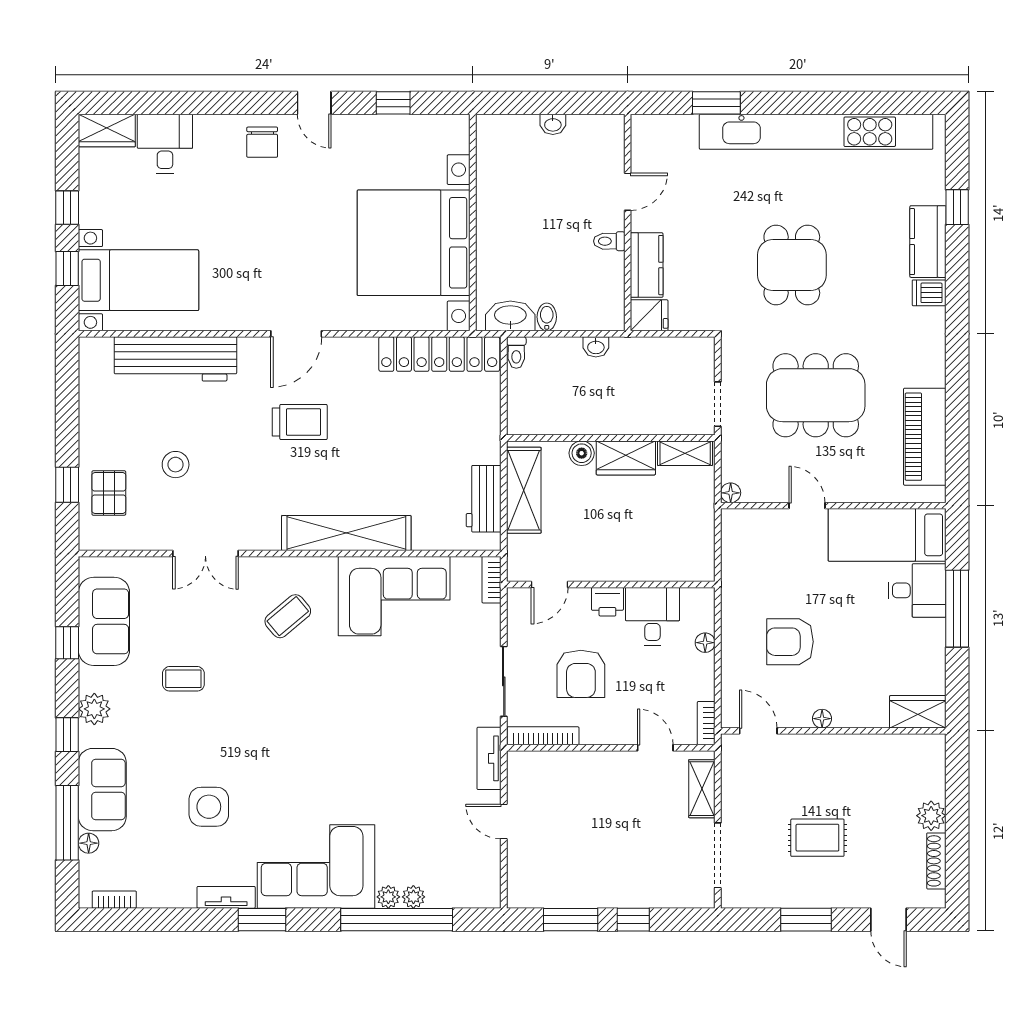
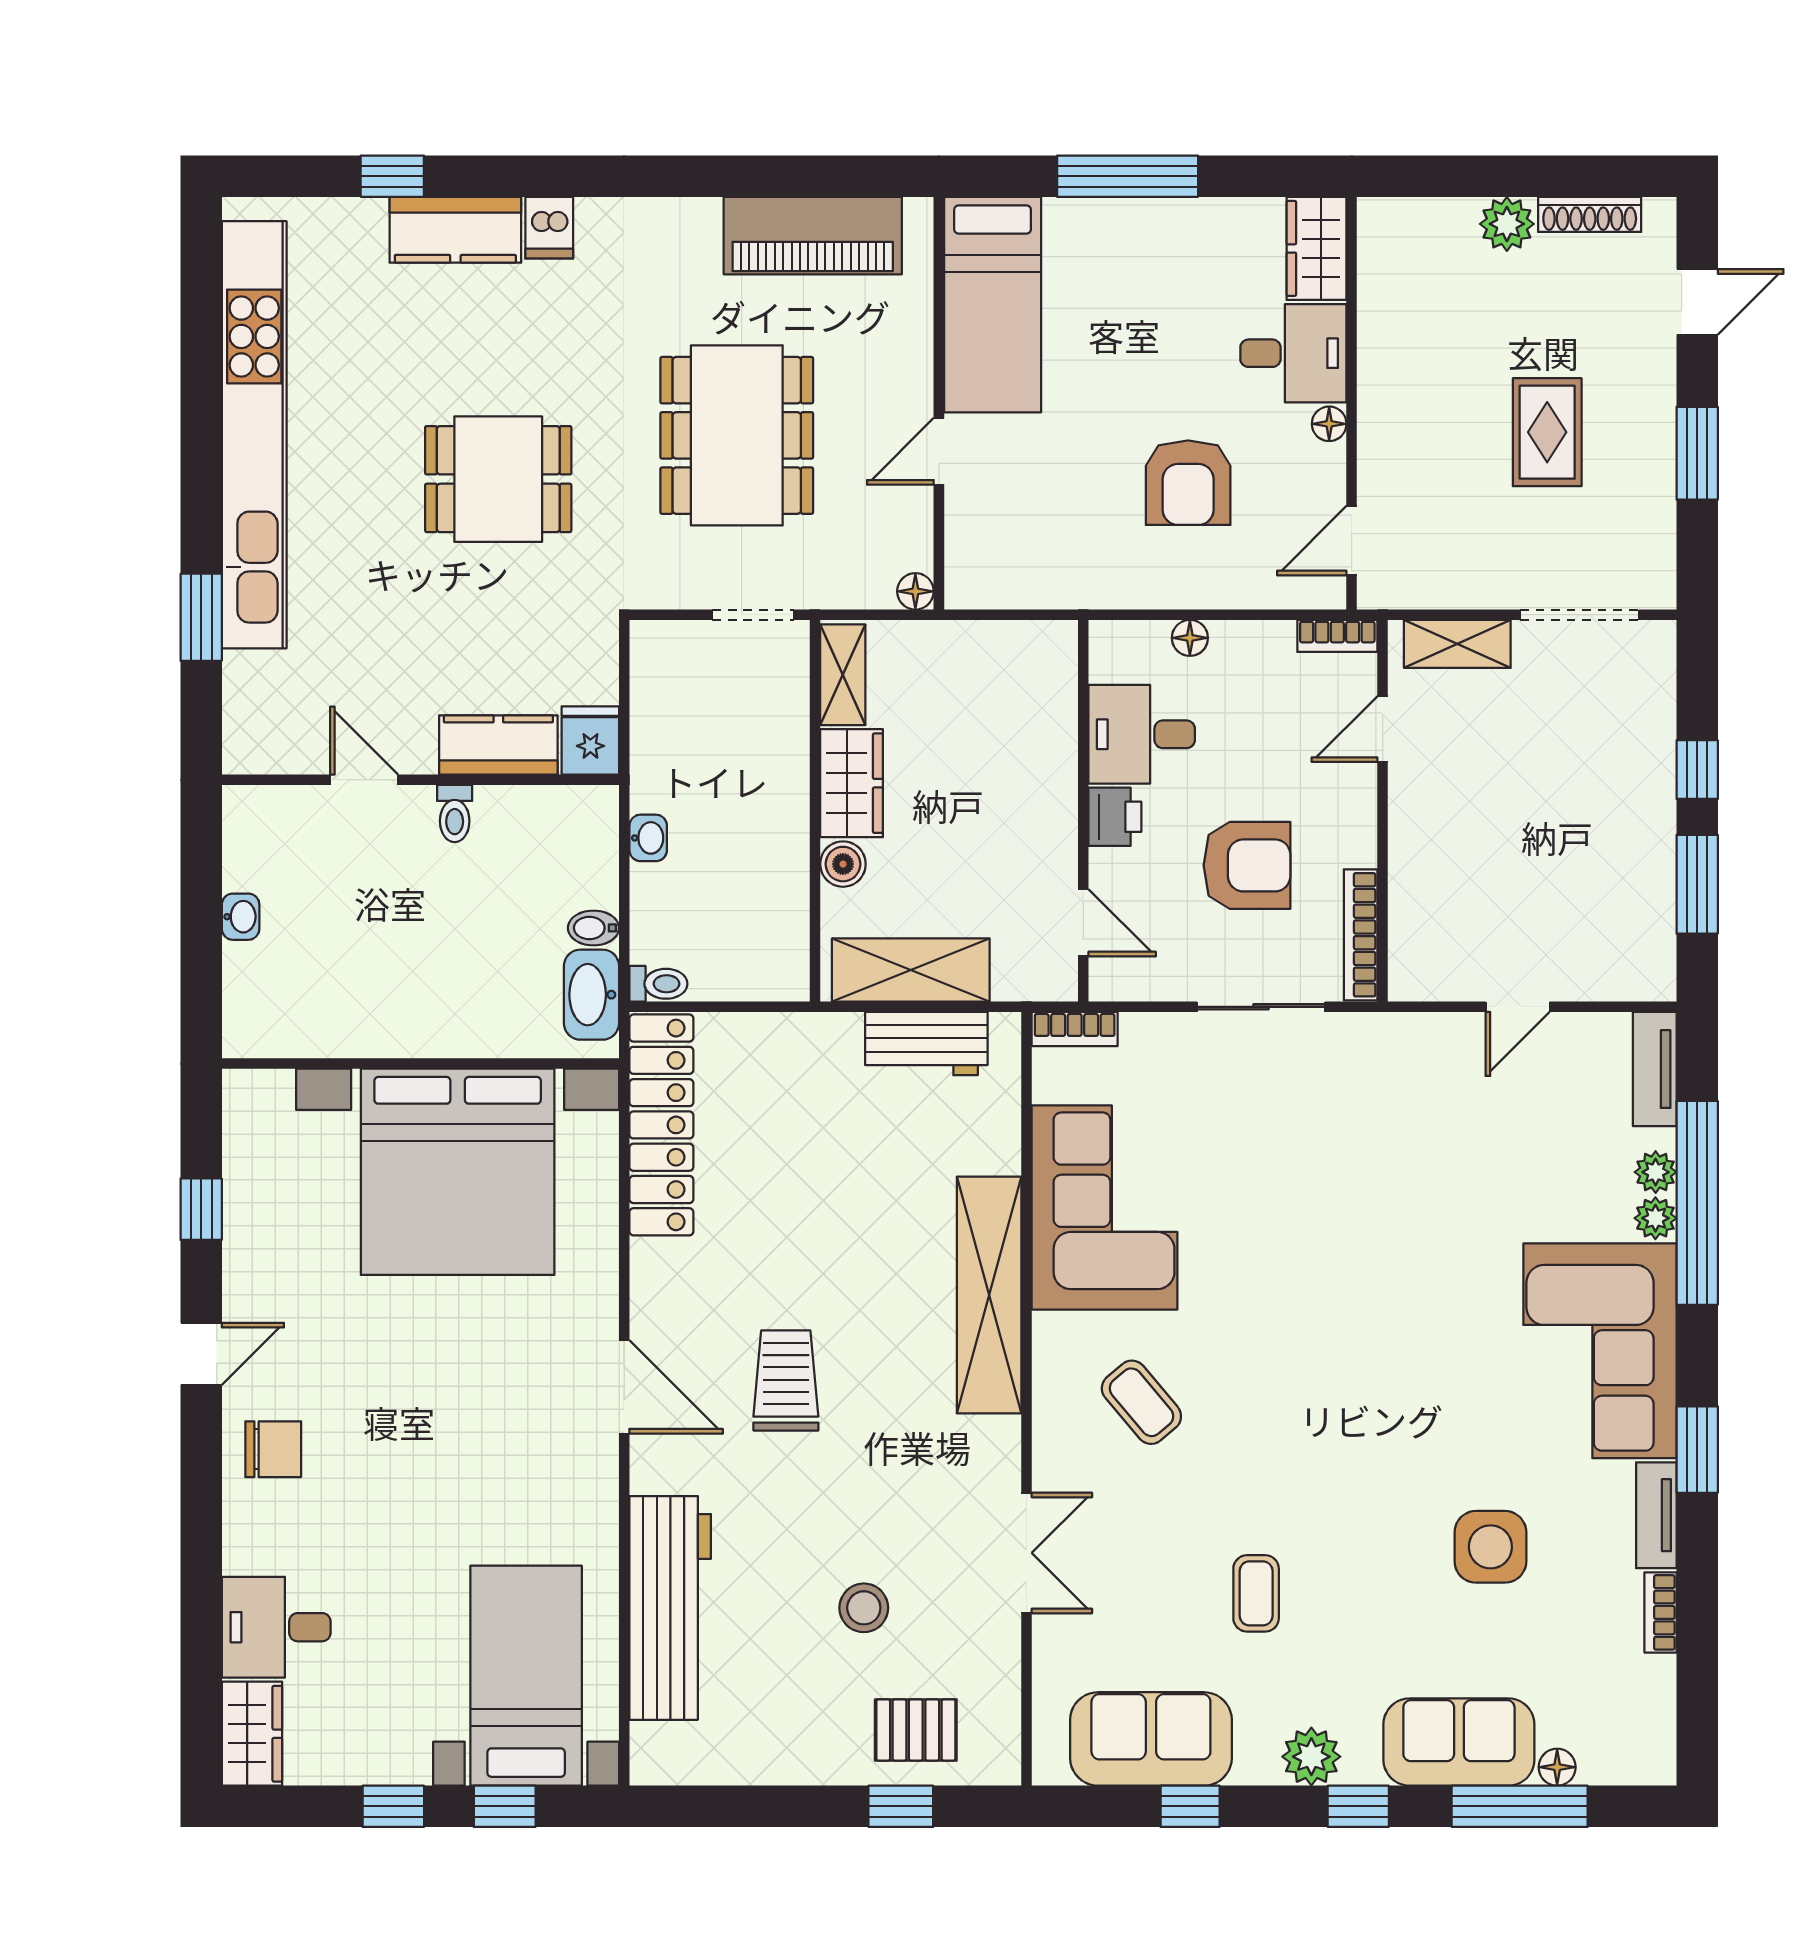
desk: (917, 590) -> (1293, 353), moved, turned 90
tv unit: (489, 758) -> (1655, 1069), moved, turned 90
bookcase: (114, 900) -> (1661, 1612), moved

